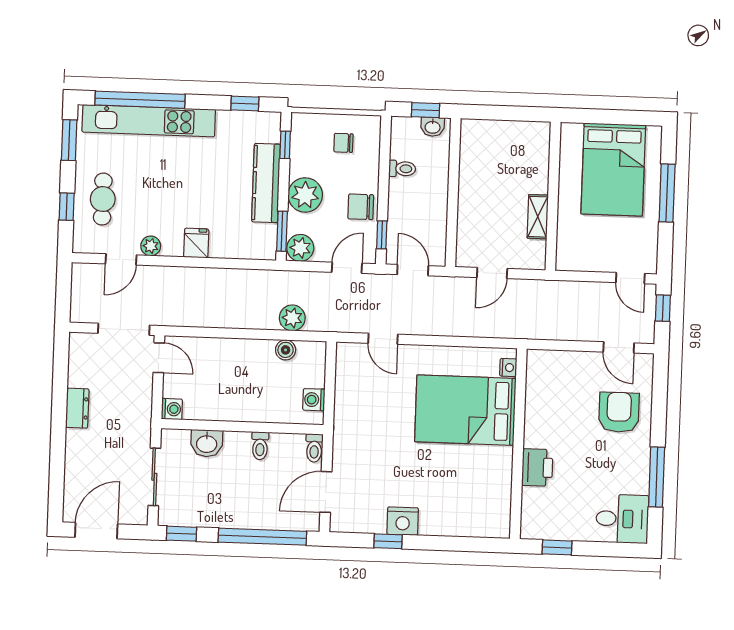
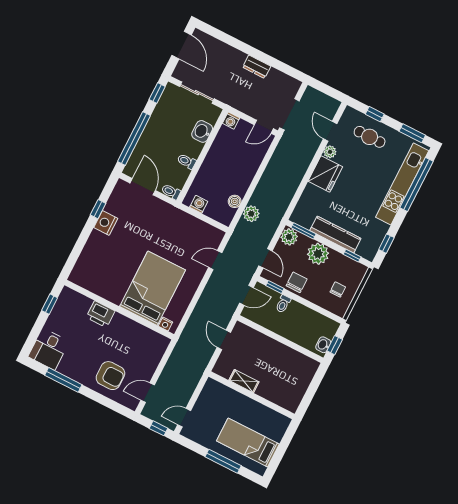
toilet: (402, 169) -> (283, 304), moved
bed: (613, 170) -> (248, 443), width x0.67
fridge: (196, 243) -> (325, 174), width x1.88, depth x1.34

